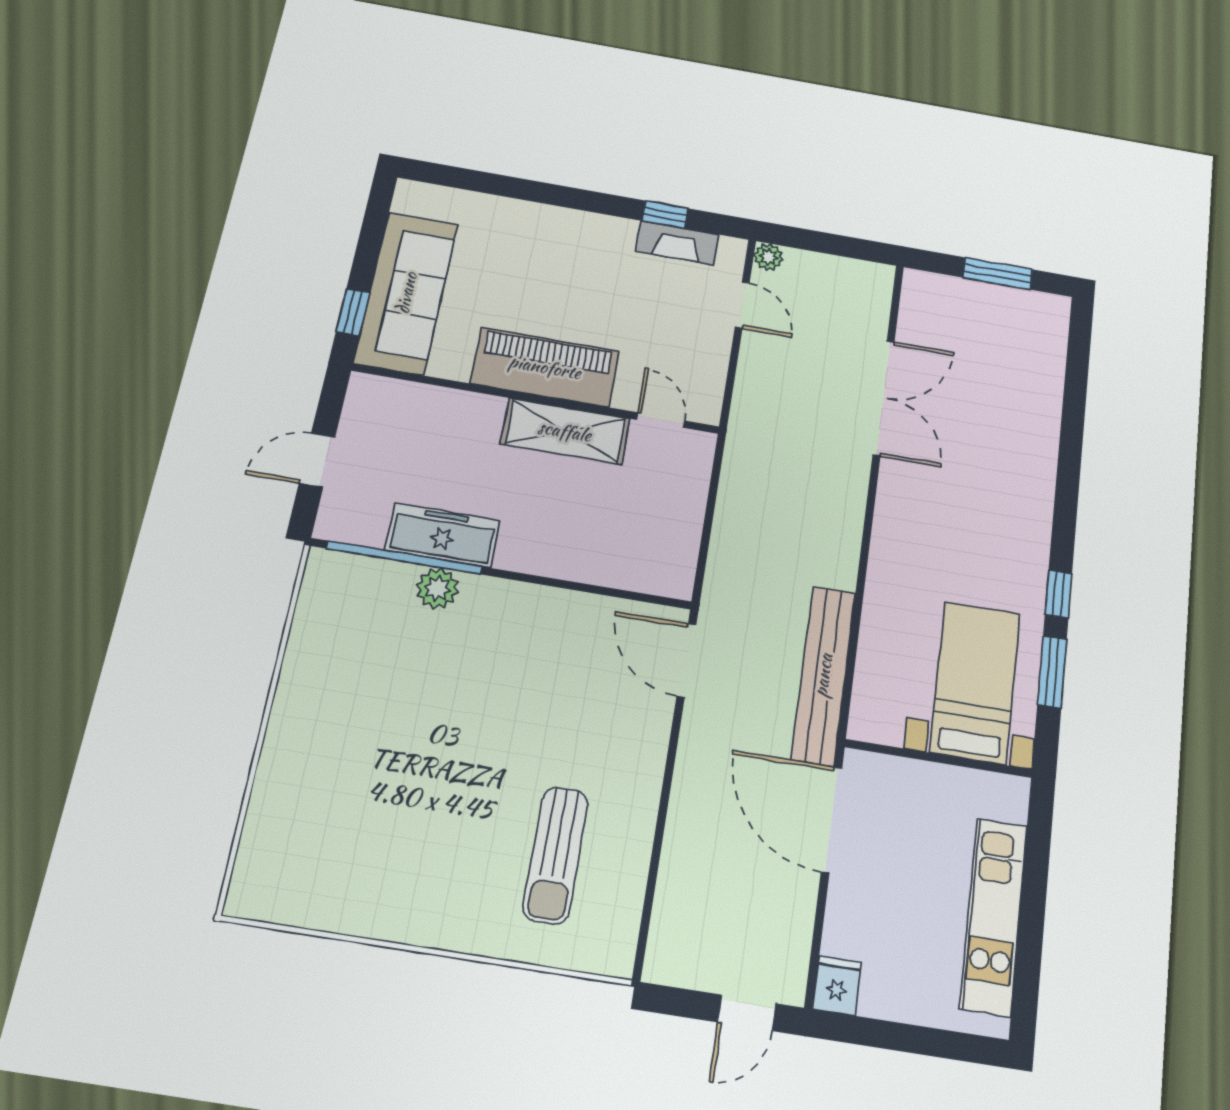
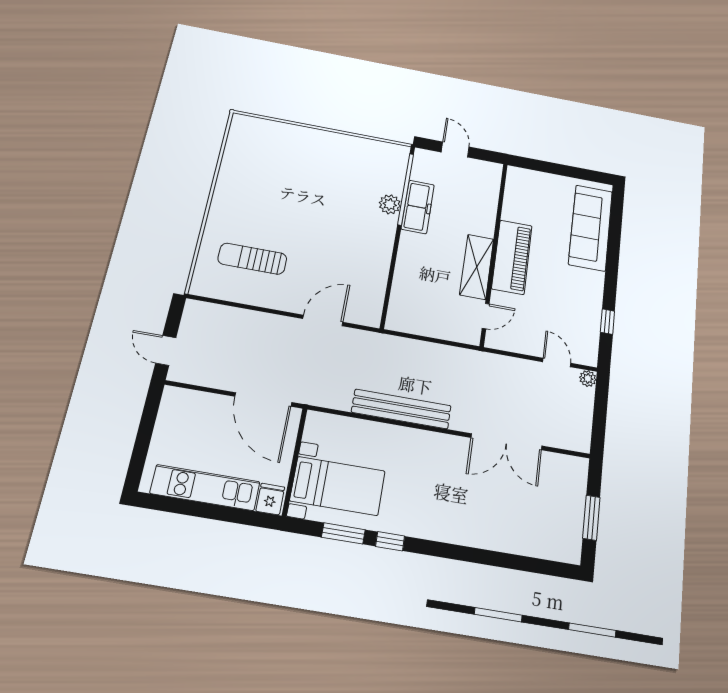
fireplace: (677, 243) -> (591, 328), removed
sofa: (406, 293) -> (591, 228), moved, turned 90
door: (742, 305) -> (557, 362), swing flipped
window: (353, 312) -> (535, 165), removed
door: (686, 660) -> (323, 320), moved
bench: (823, 675) -> (401, 409), moved
door: (832, 819) -> (263, 399), swing flipped
fridge: (837, 986) -> (270, 499), moved, turned -90

